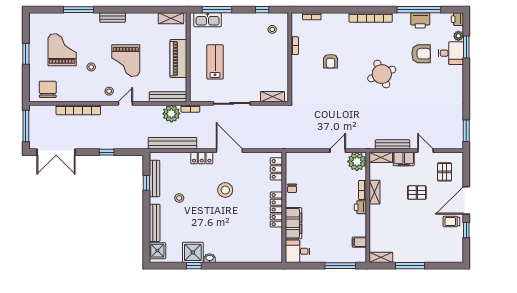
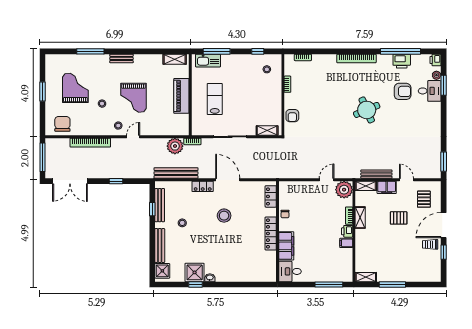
armchair: (331, 61) -> (292, 116), moved
bench: (168, 97) -> (172, 131), removed
filing cabinet: (359, 242) -> (346, 243), moved

